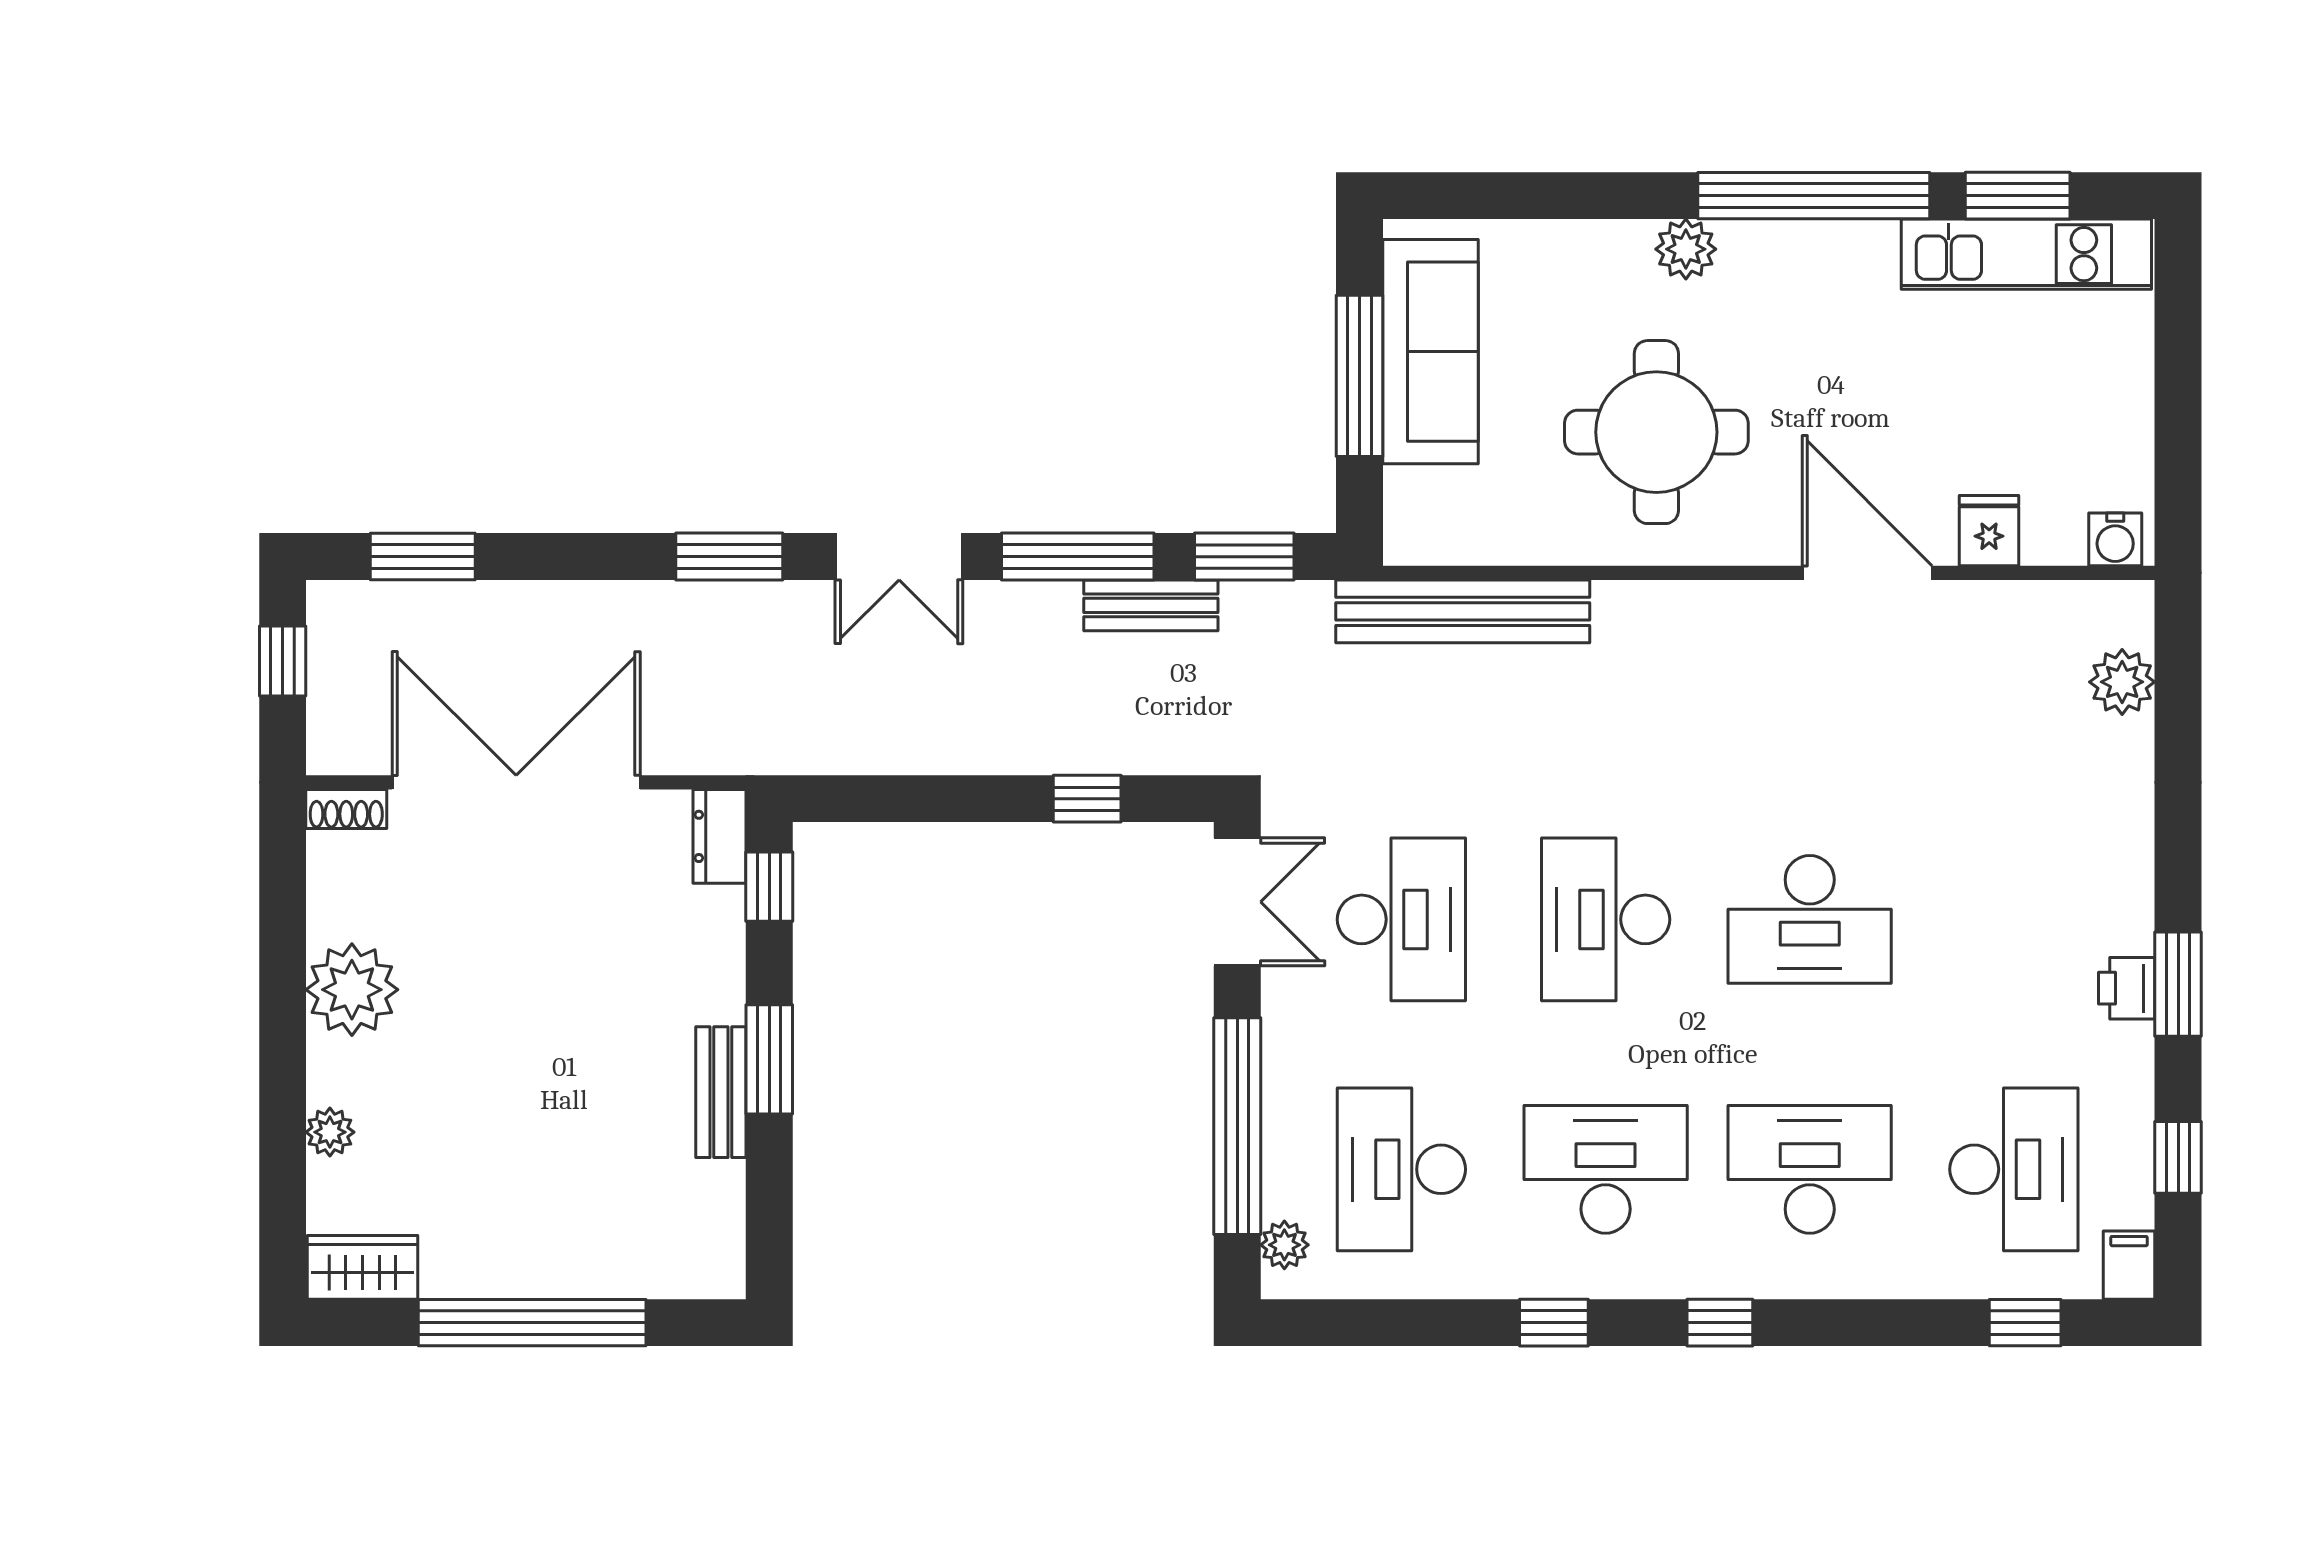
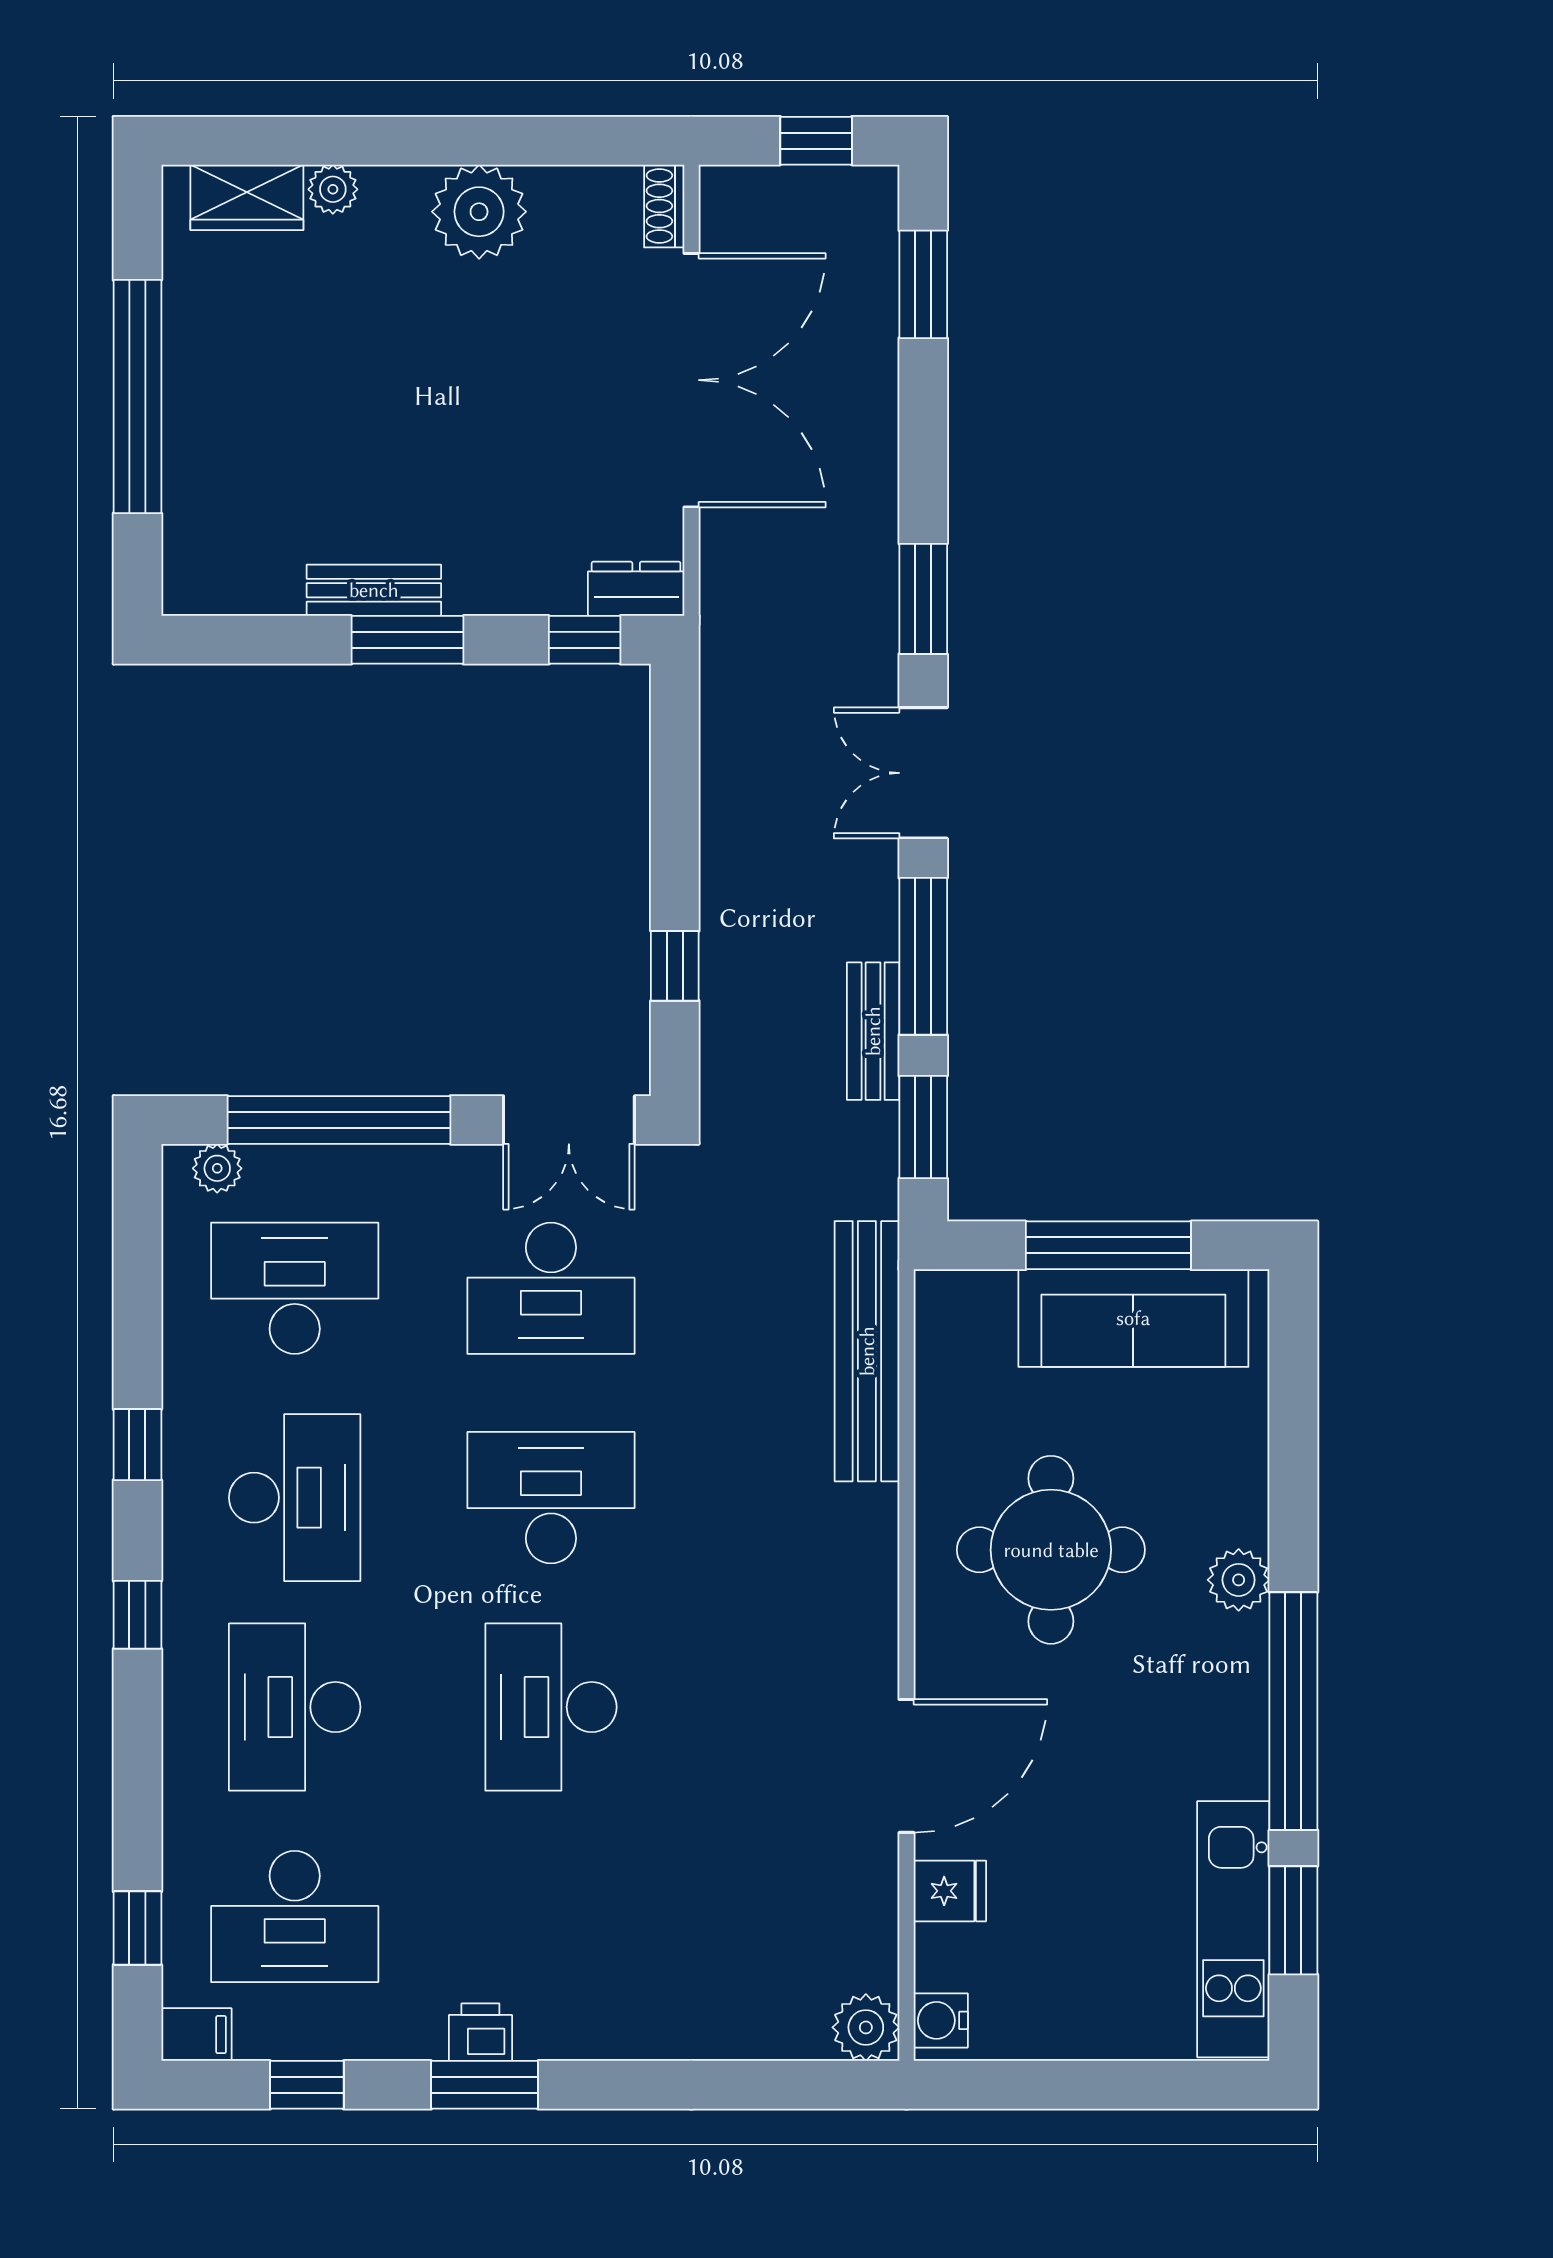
plant: (2122, 682) -> (866, 2027), moved
desk: (1810, 1169) -> (295, 1707), turned 180
wardrobe: (362, 1267) -> (247, 197), moved, turned 90

